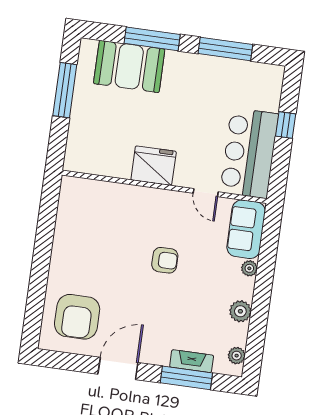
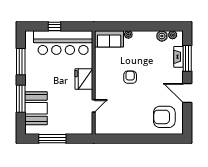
bar counter: (249, 153) -> (63, 43), width x1.36
fridge: (154, 166) -> (84, 79), moved
door: (206, 193) -> (94, 106), moved
plant: (240, 311) -> (162, 36), moved
armchair: (77, 317) -> (164, 117), turned 180

